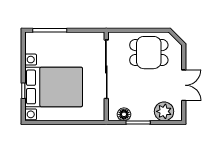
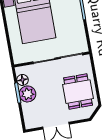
plant: (164, 111) -> (28, 94), moved

